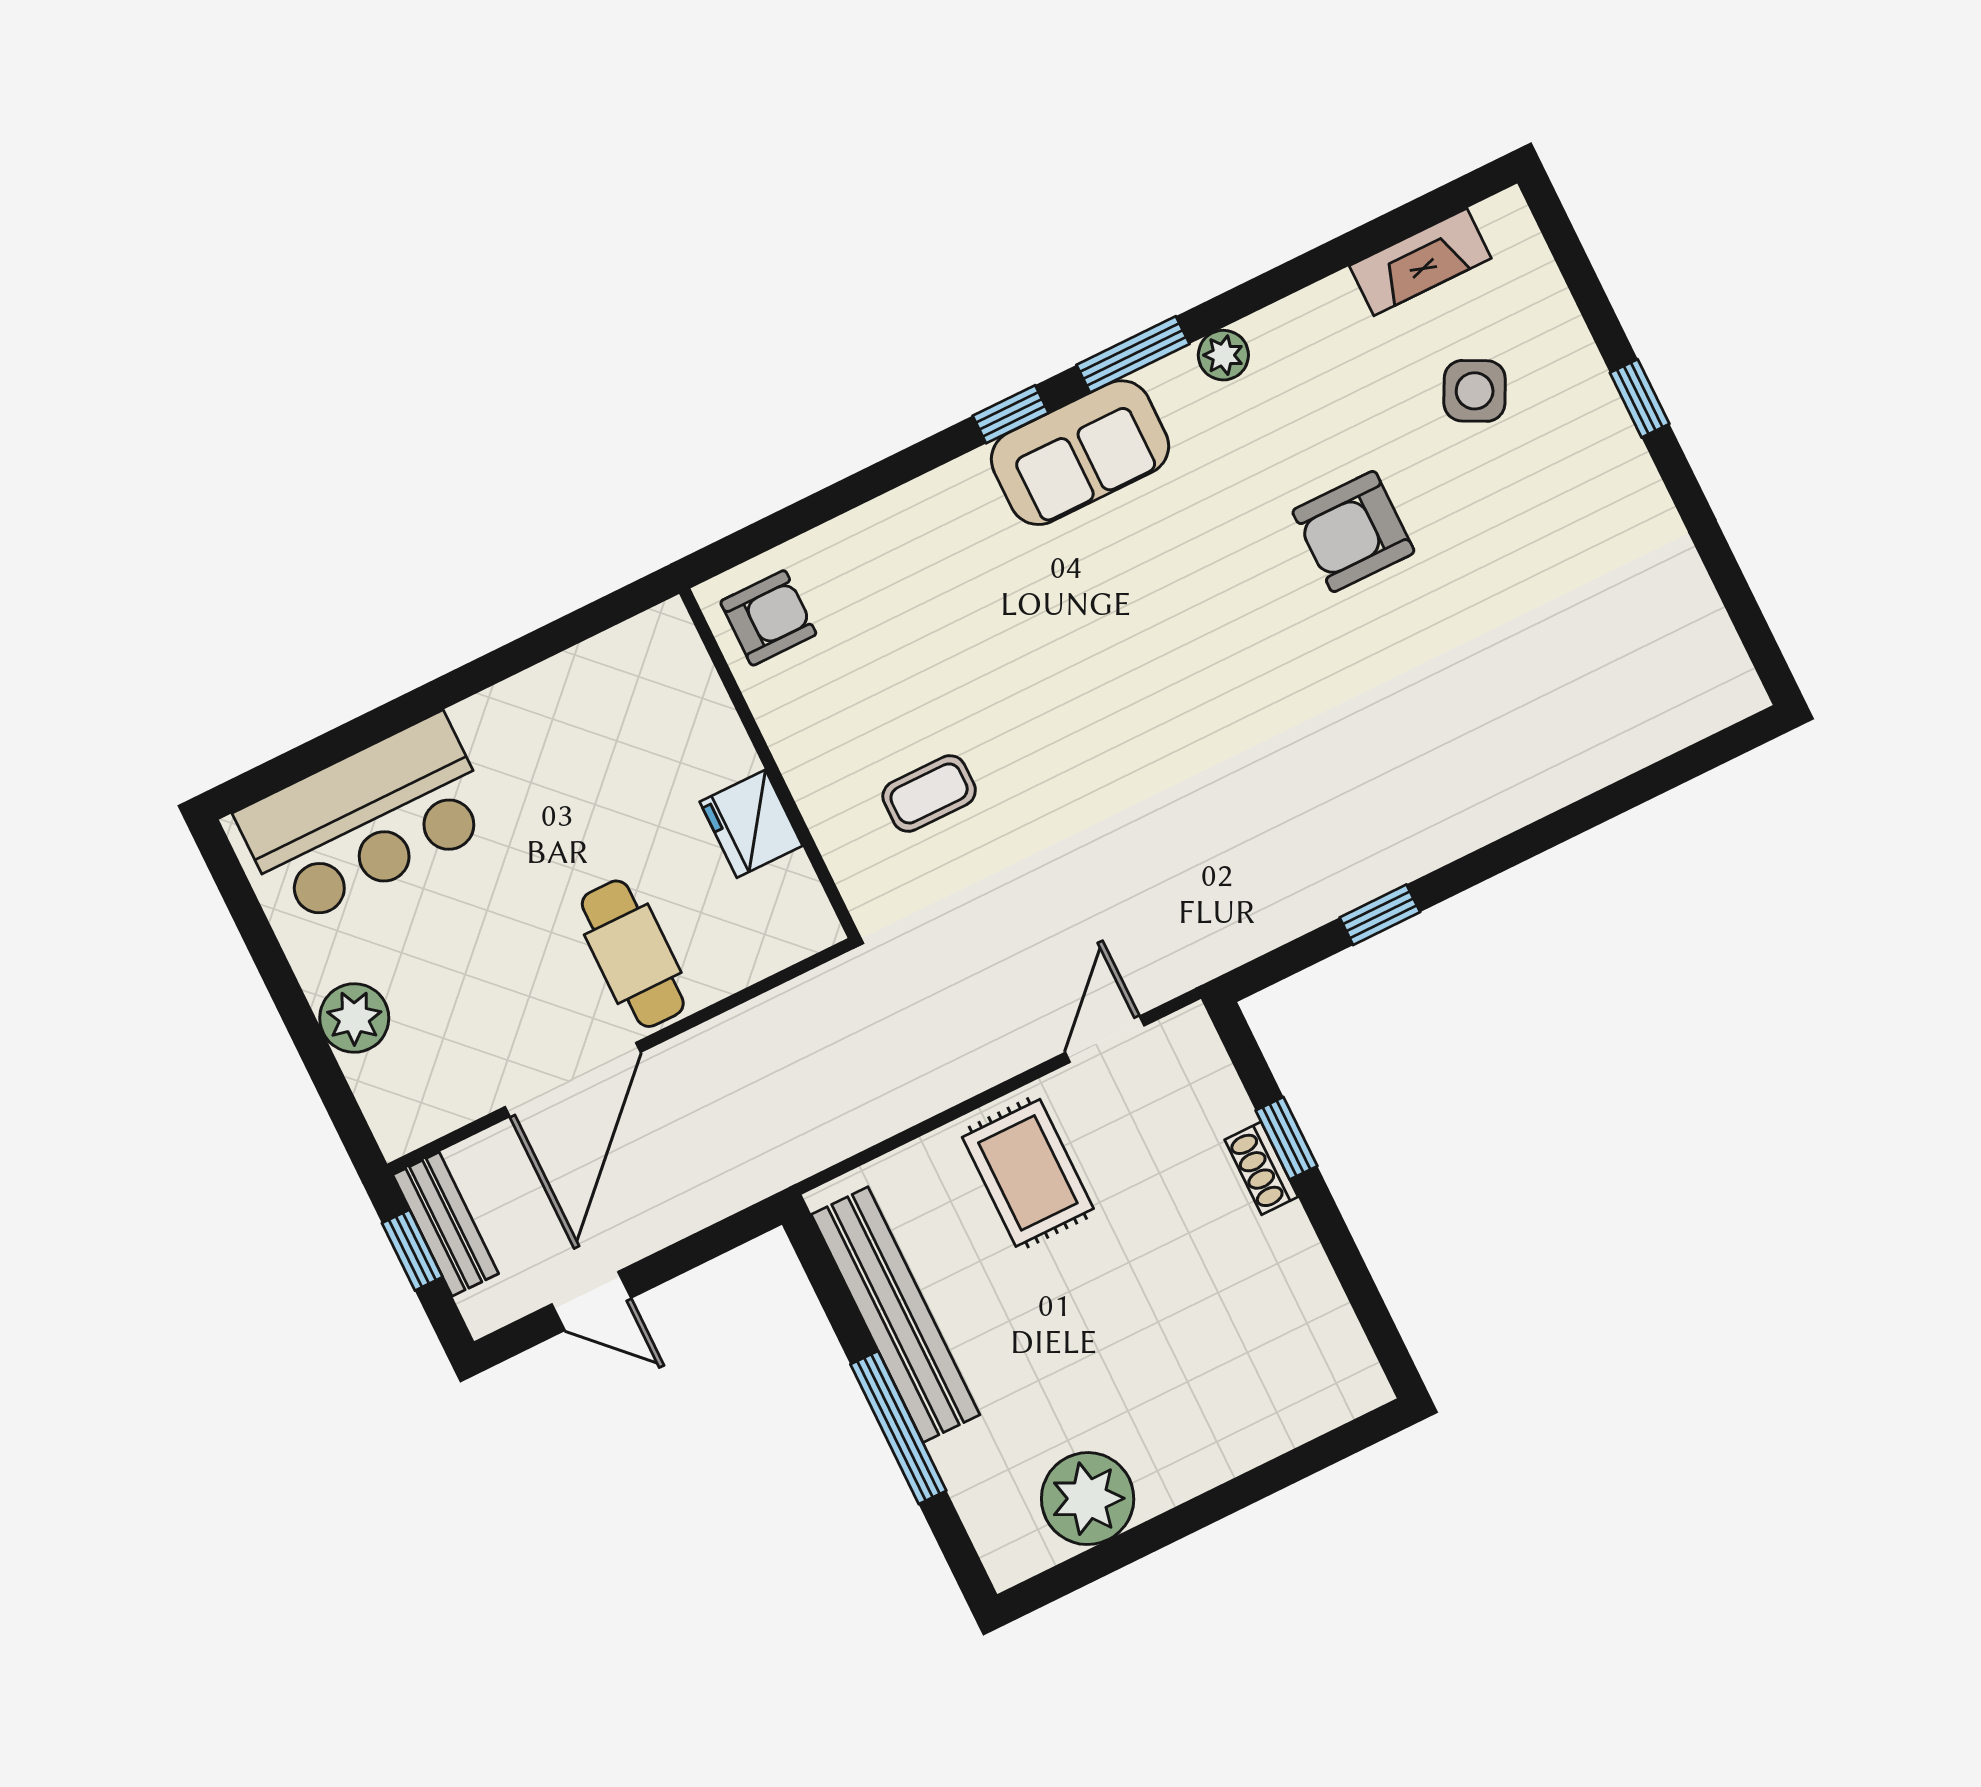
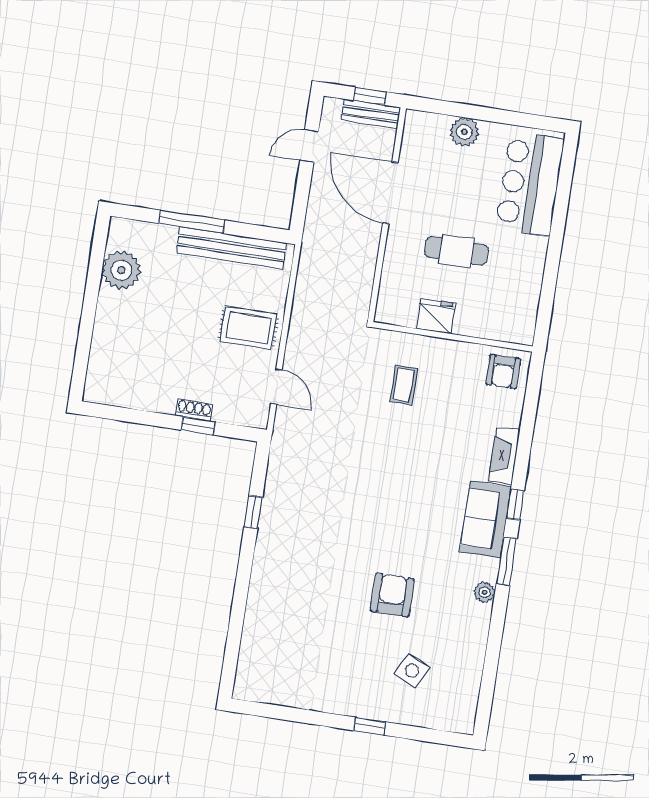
fireplace: (1420, 262) -> (504, 456), moved
cafe table: (633, 954) -> (456, 251), moved

